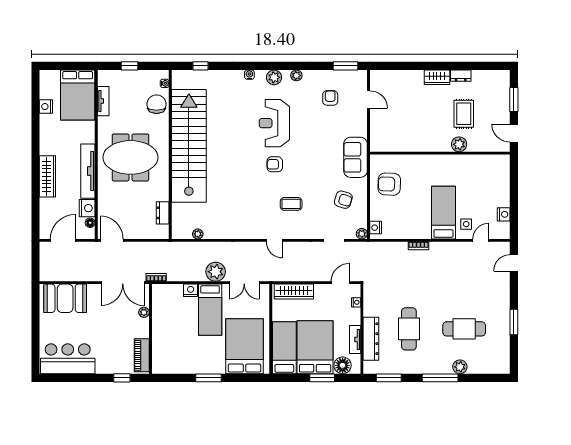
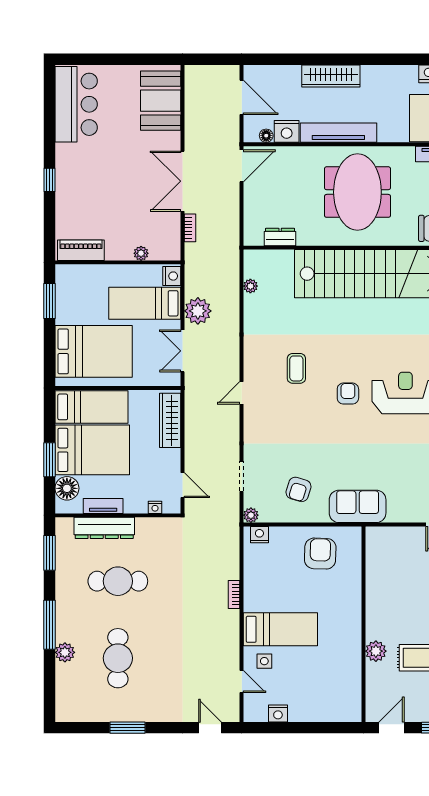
coffee table: (291, 204) -> (296, 368), moved
plant: (144, 312) -> (141, 253), moved
wall: (150, 329) -> (118, 262), moved
piano: (142, 355) -> (81, 250), moved

